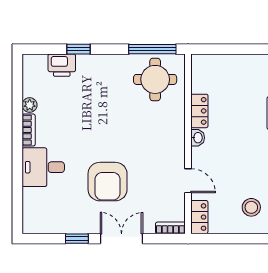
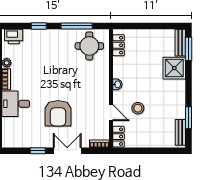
window: (152, 49) -> (77, 26), moved
printer: (62, 65) -> (14, 36), moved
locker: (199, 111) -> (119, 45), moved
stool: (251, 207) -> (138, 108), moved

